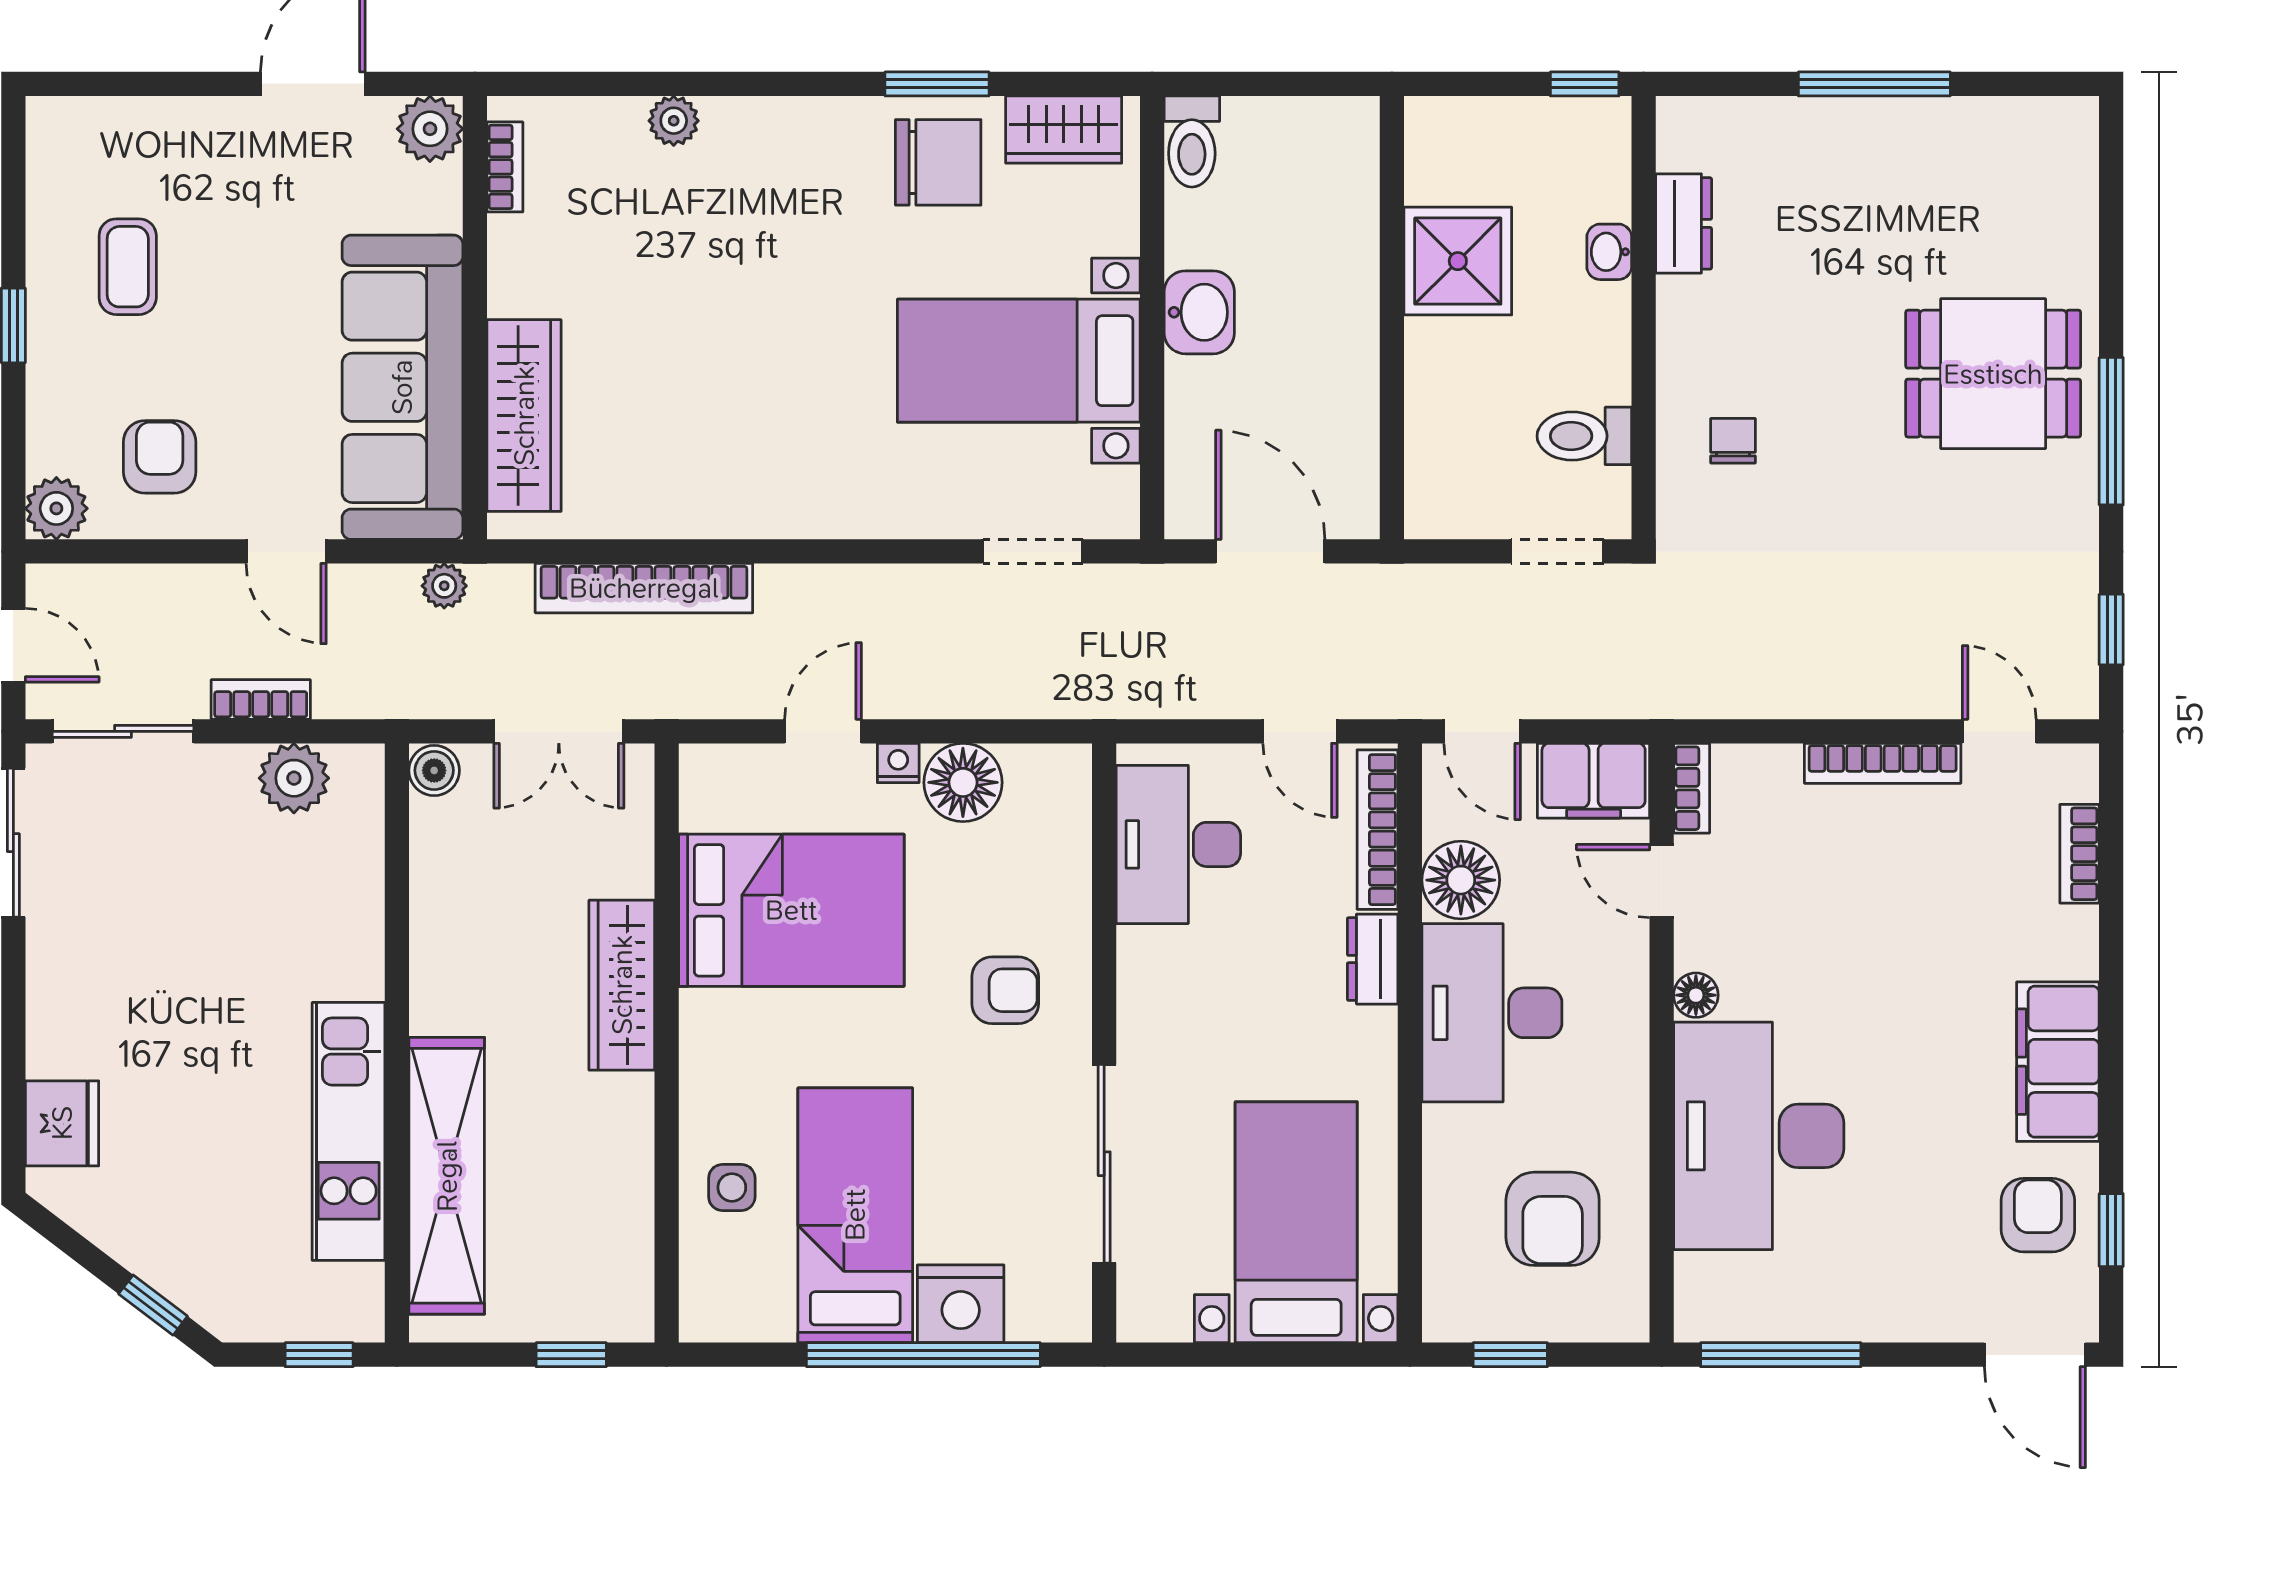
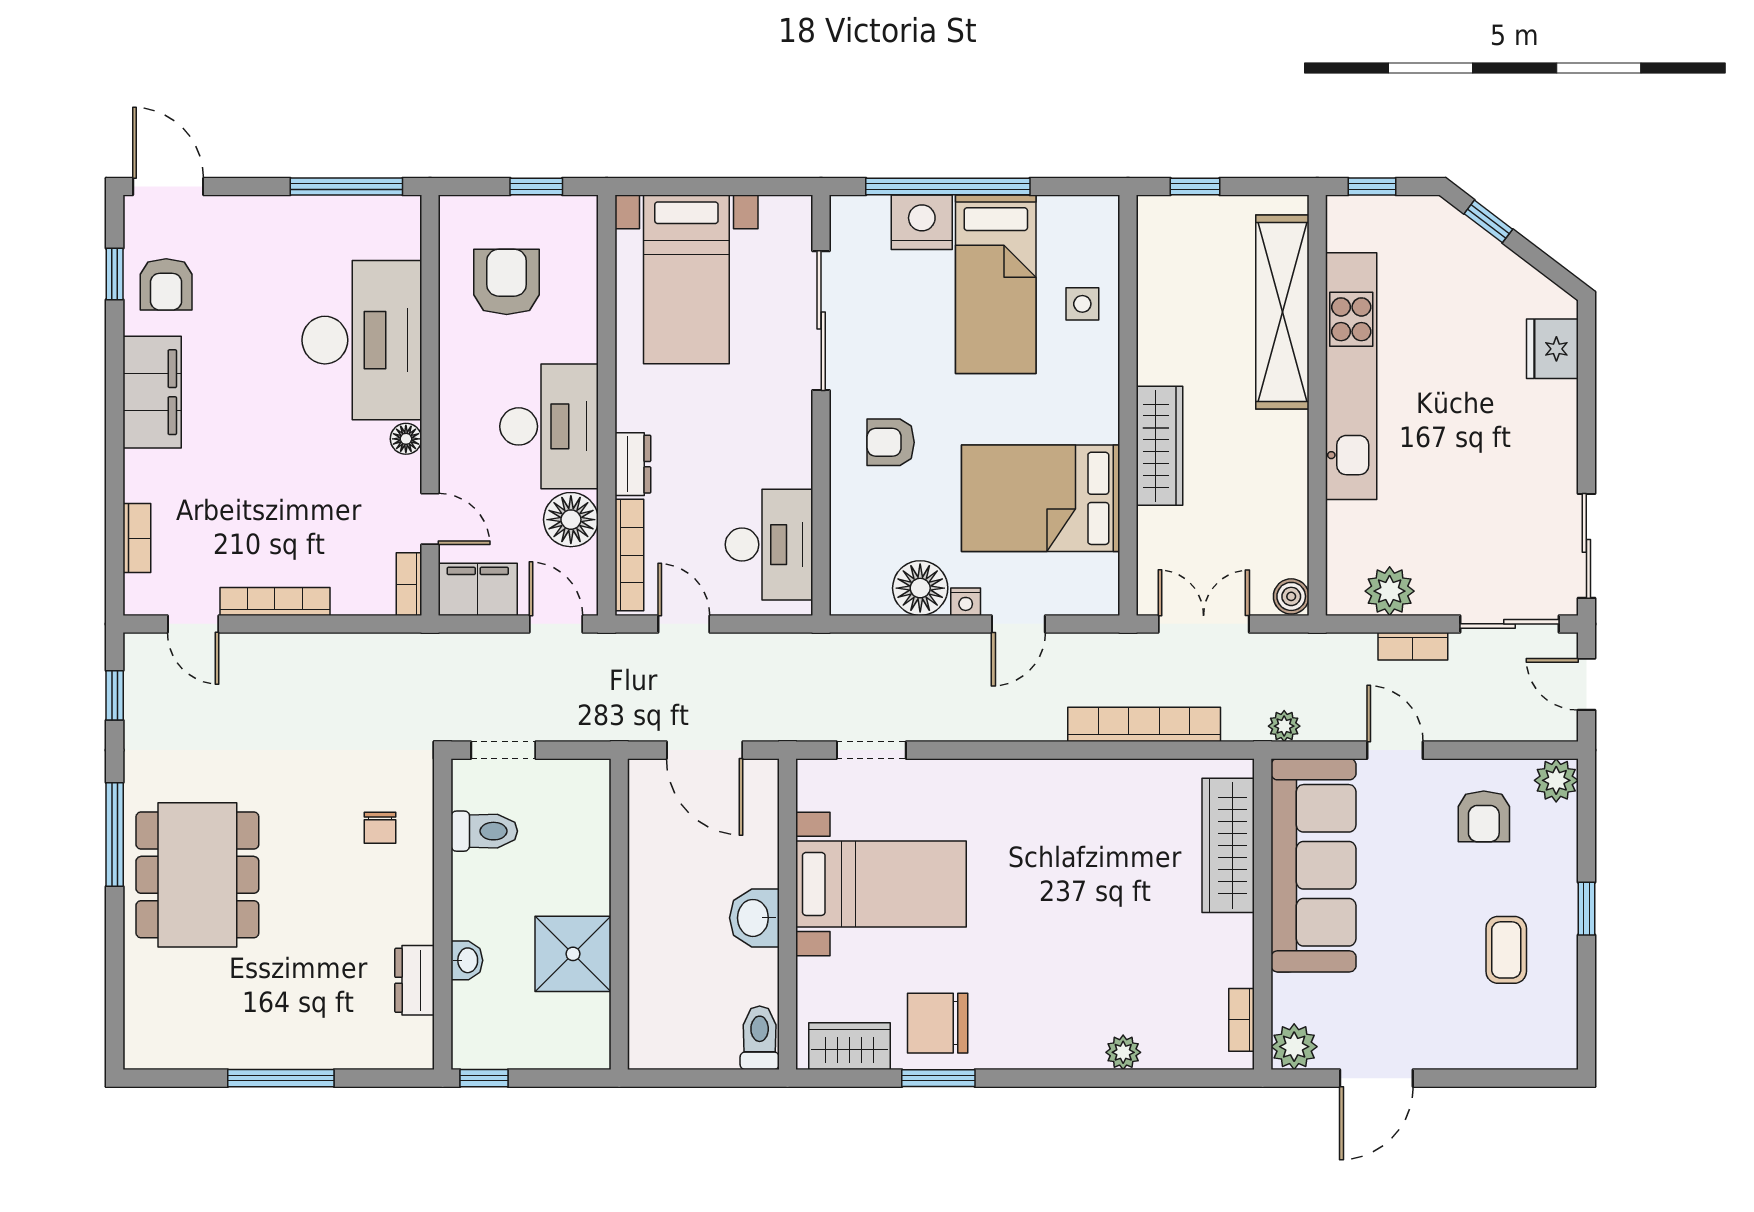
dining table: (1993, 374) -> (197, 875), width x1.38
kitchen unit: (349, 1131) -> (1351, 376), width x1.36

